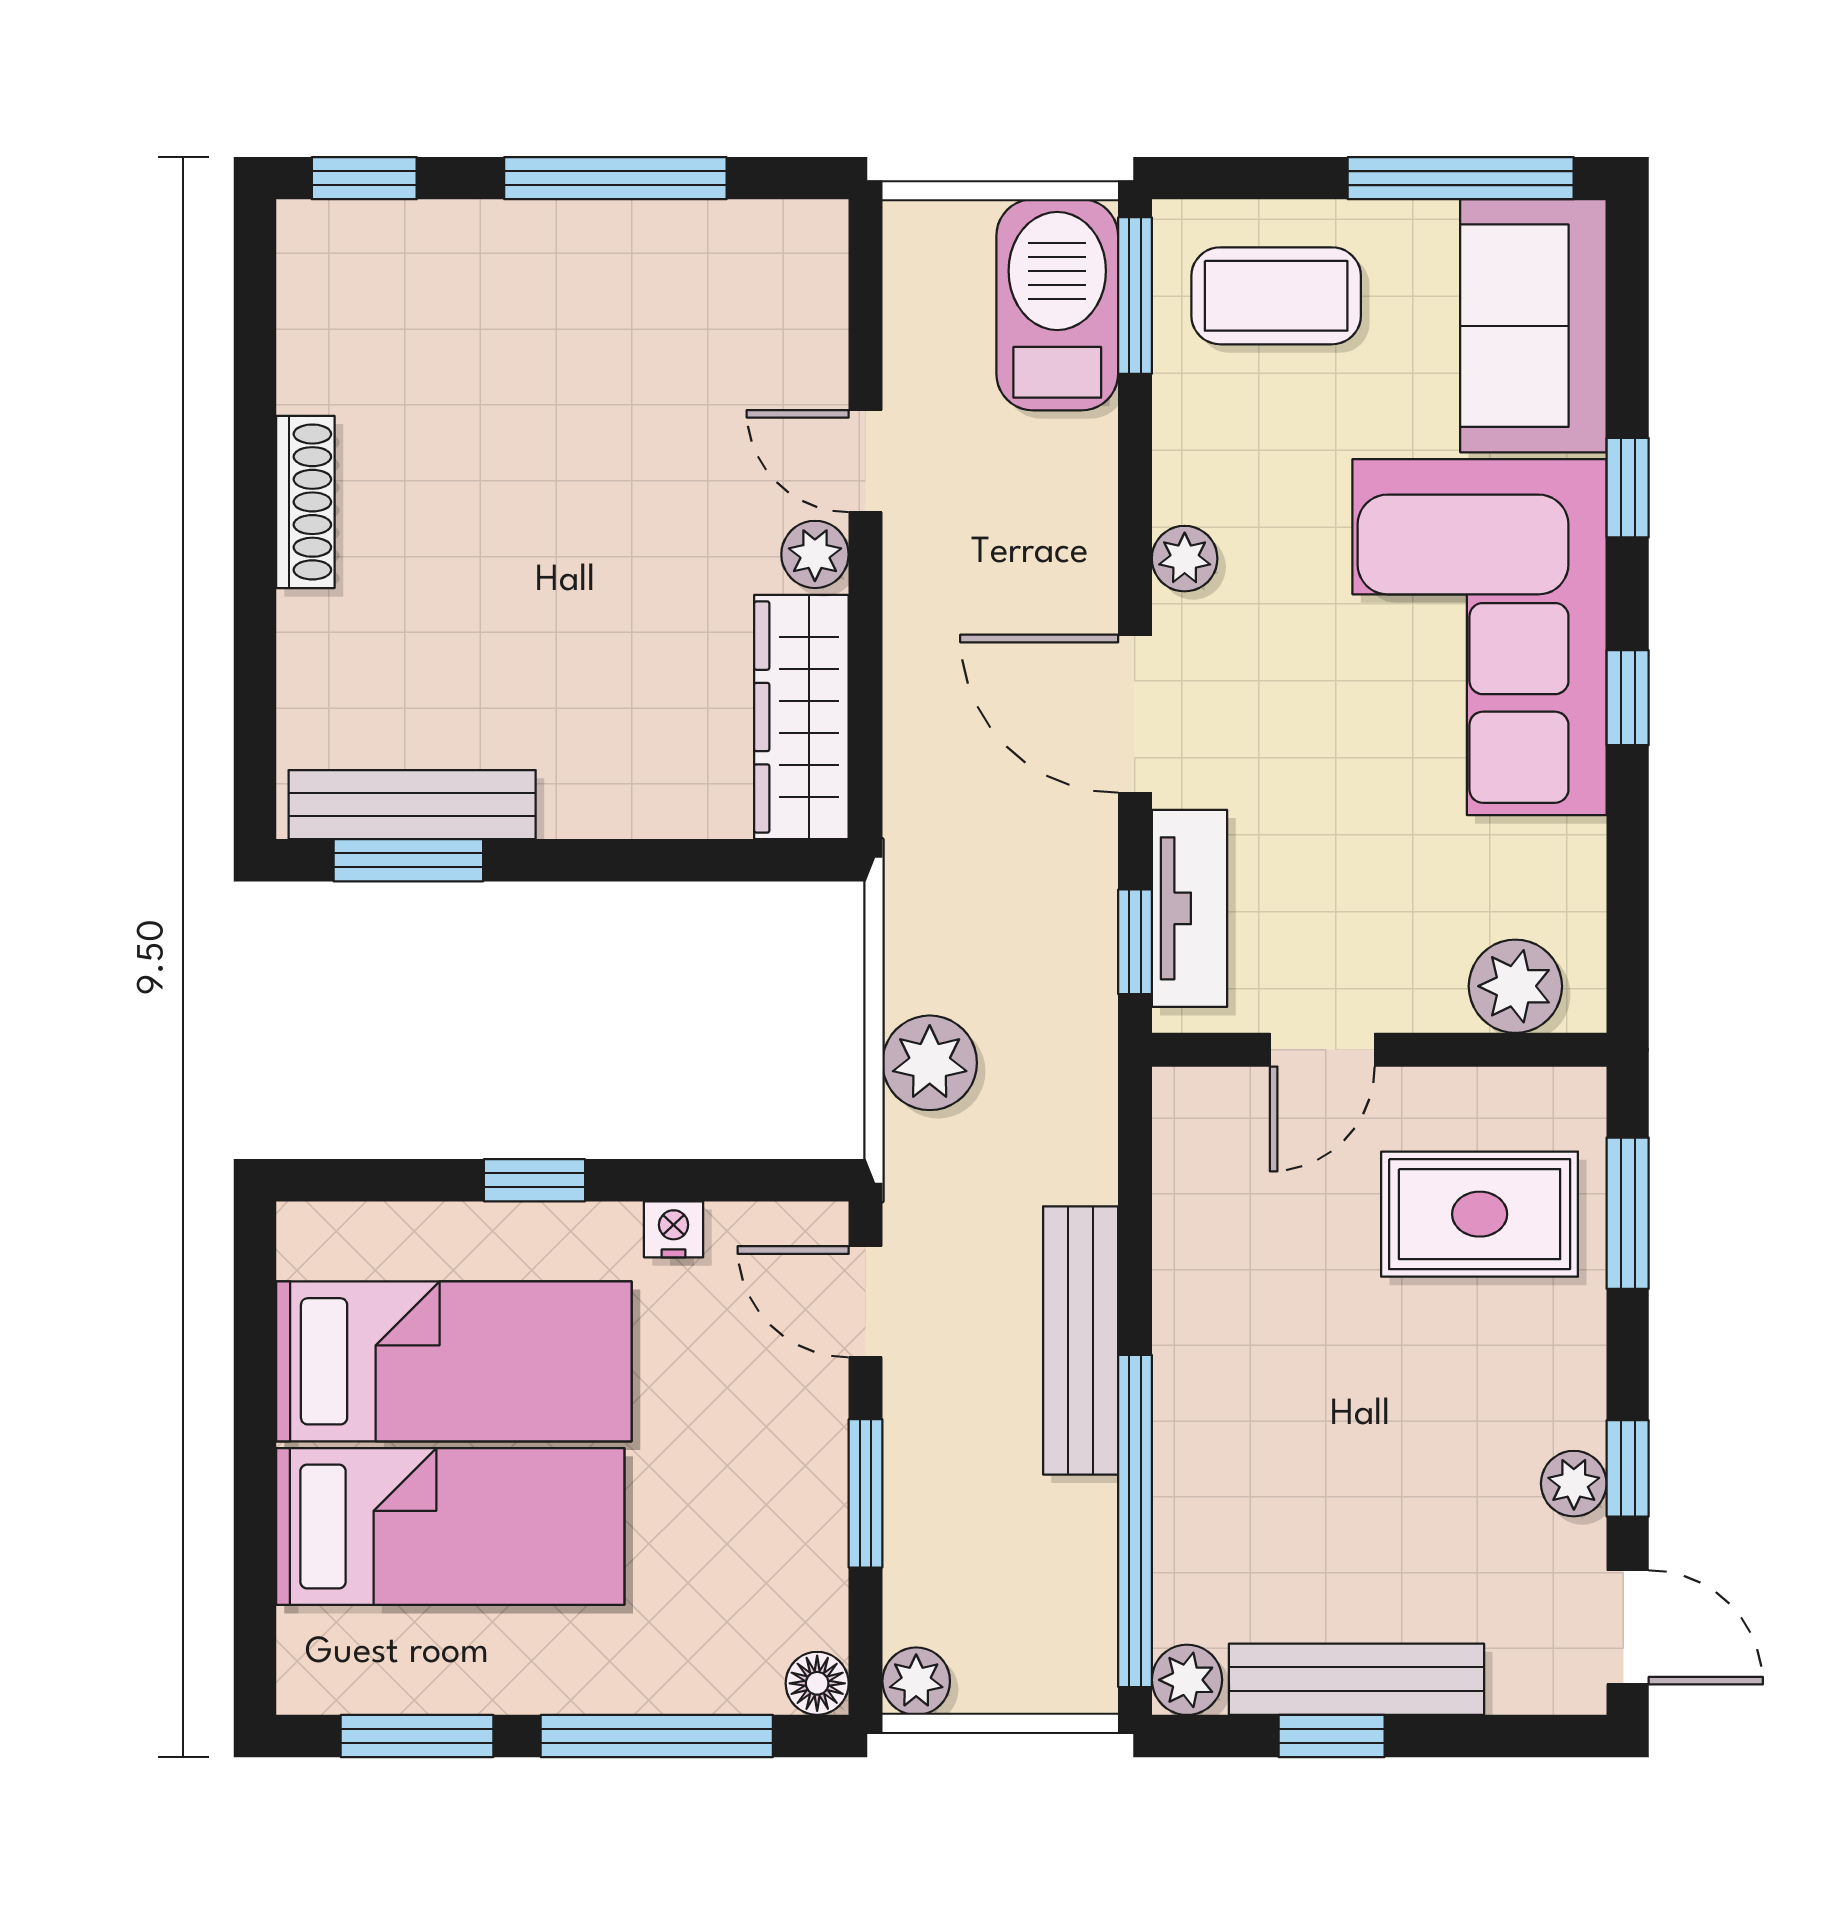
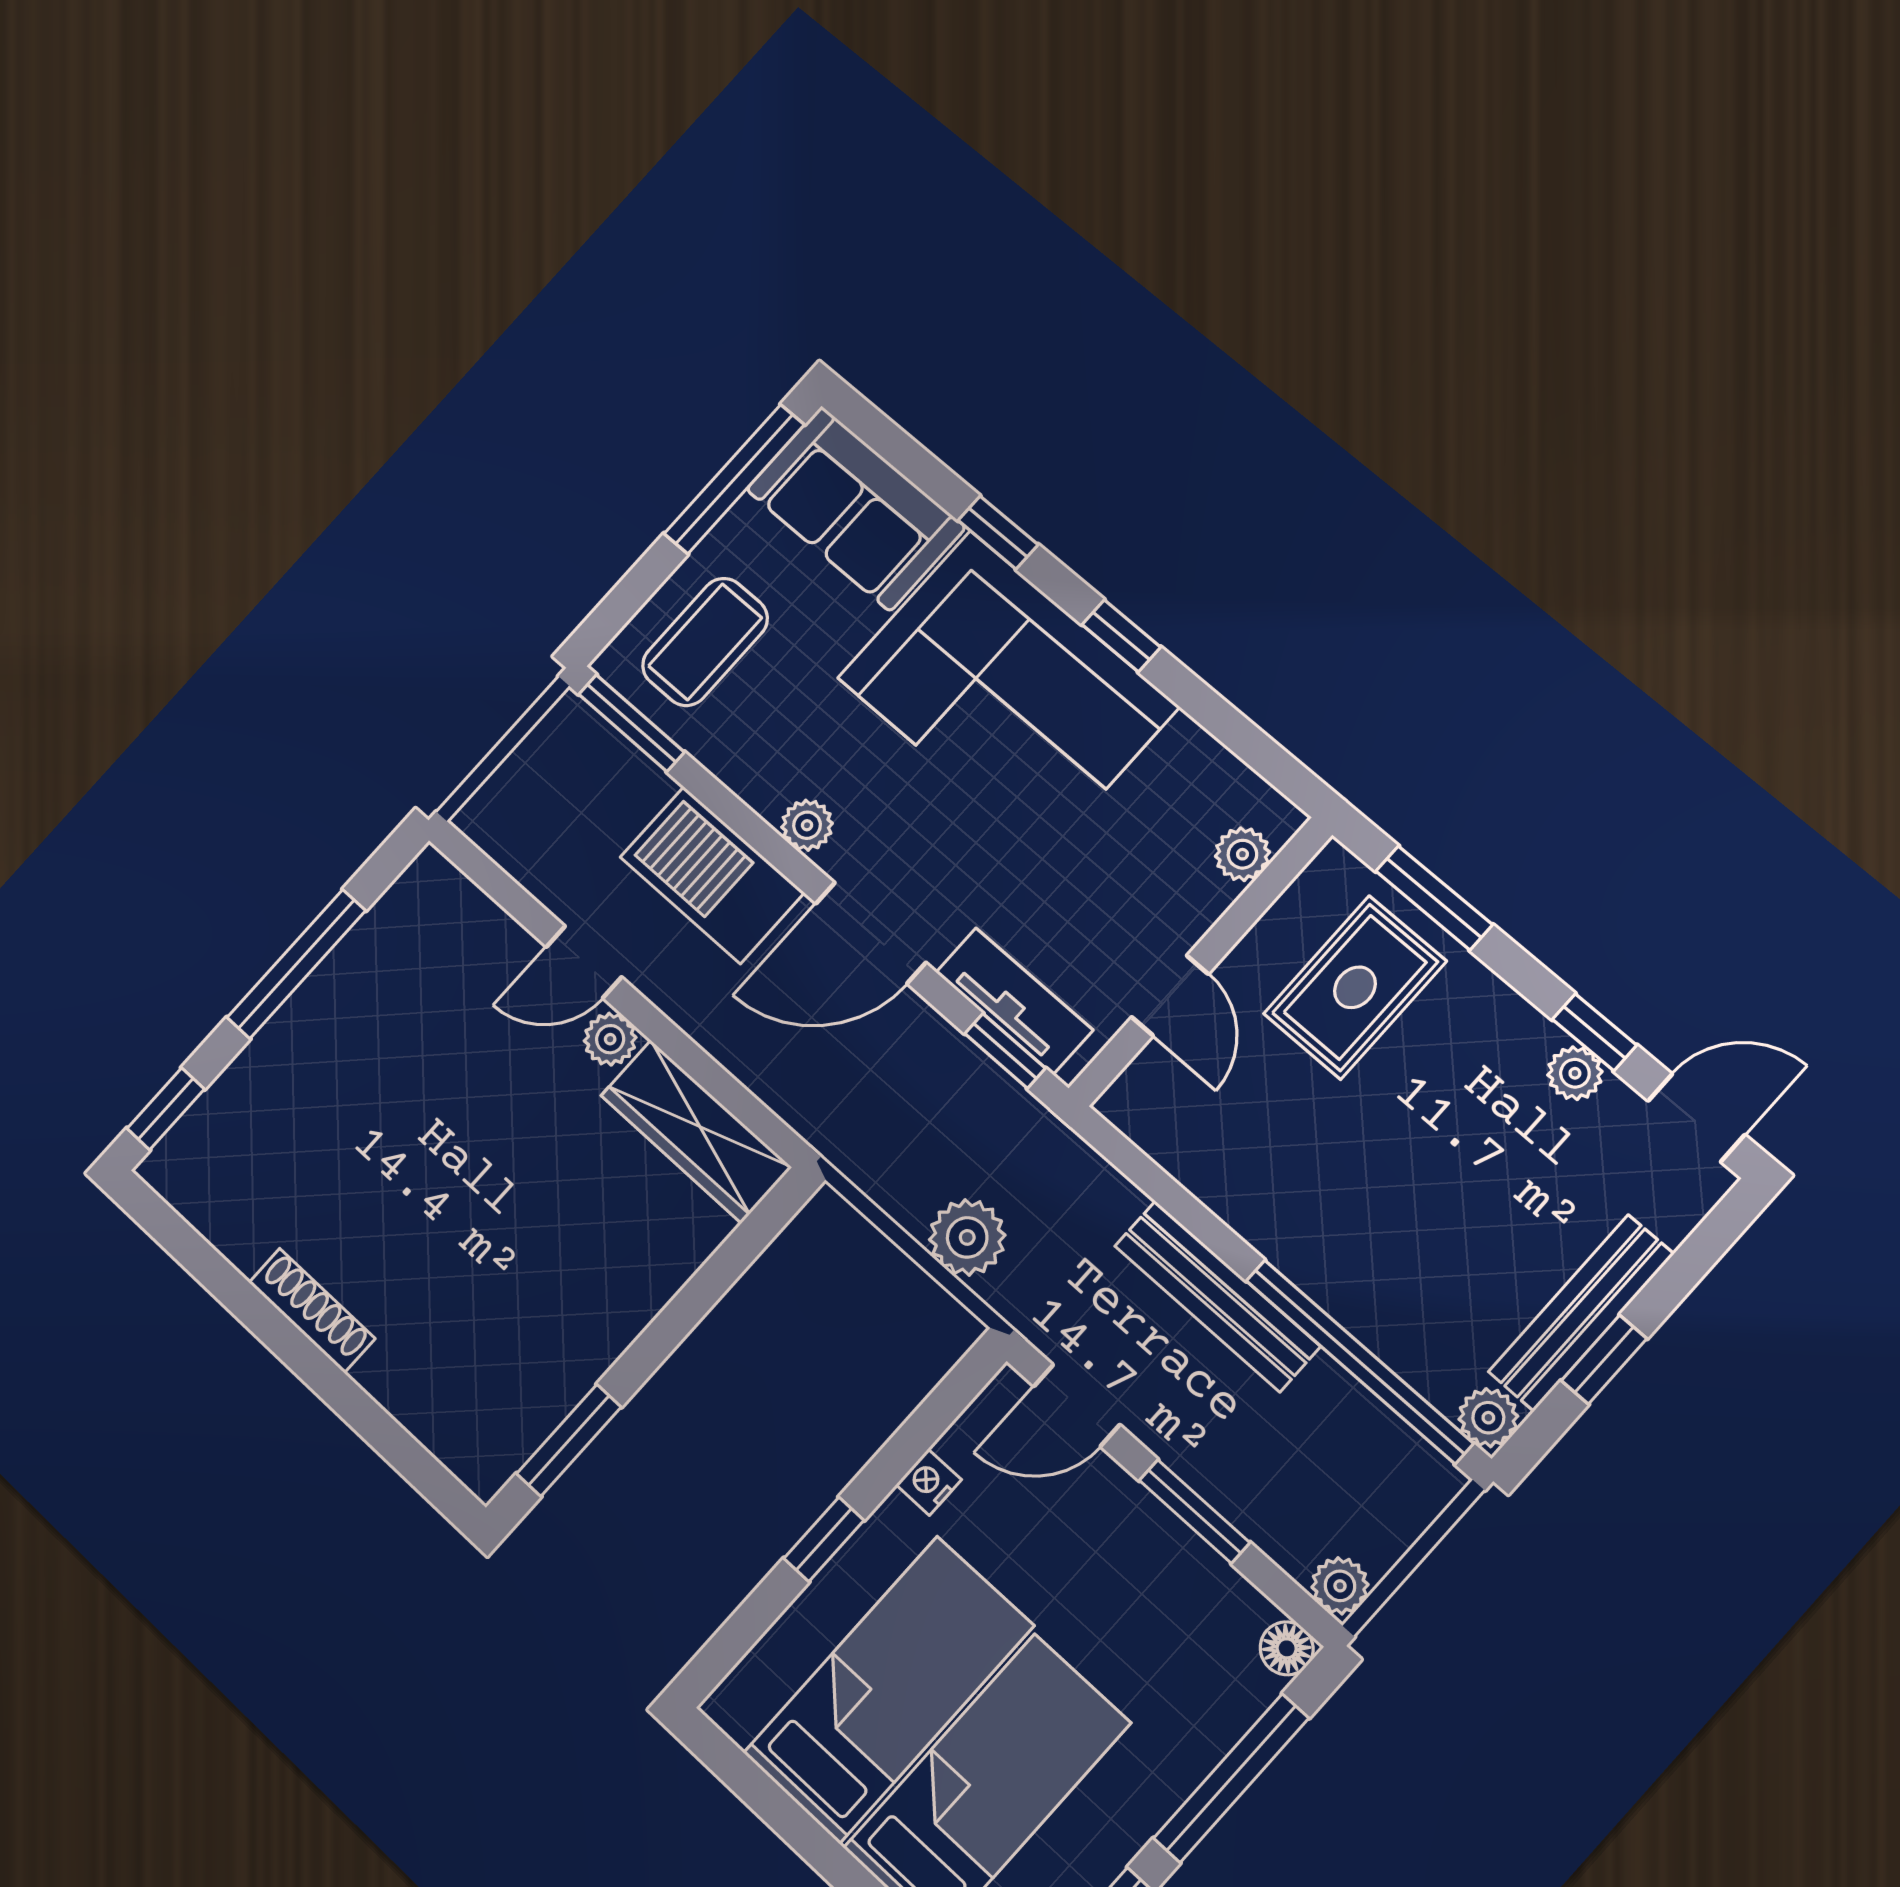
barbecue: (1057, 305) -> (712, 875), moved
bench: (412, 805) -> (539, 1408), removed
plant: (1515, 986) -> (1242, 854), width x0.73, depth x0.73

